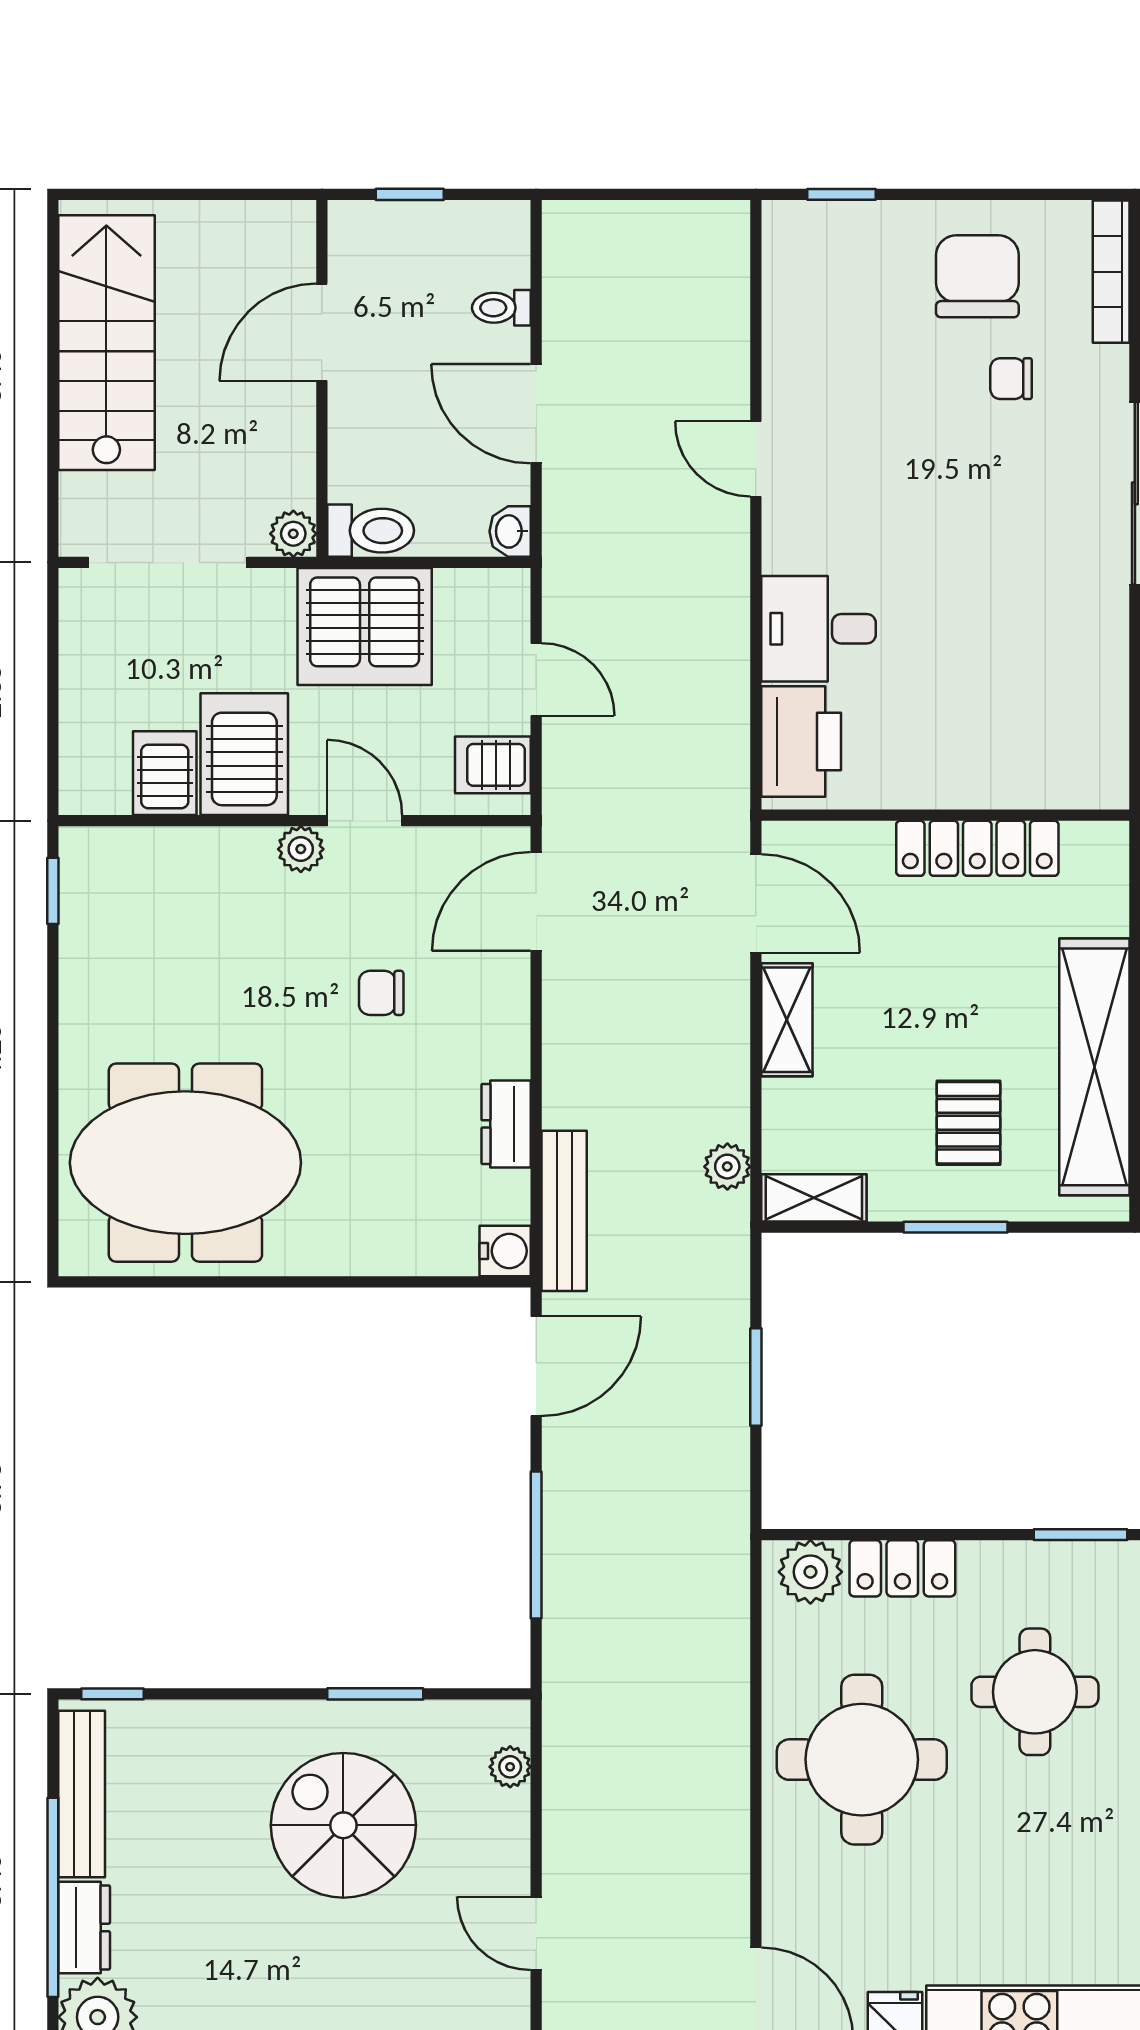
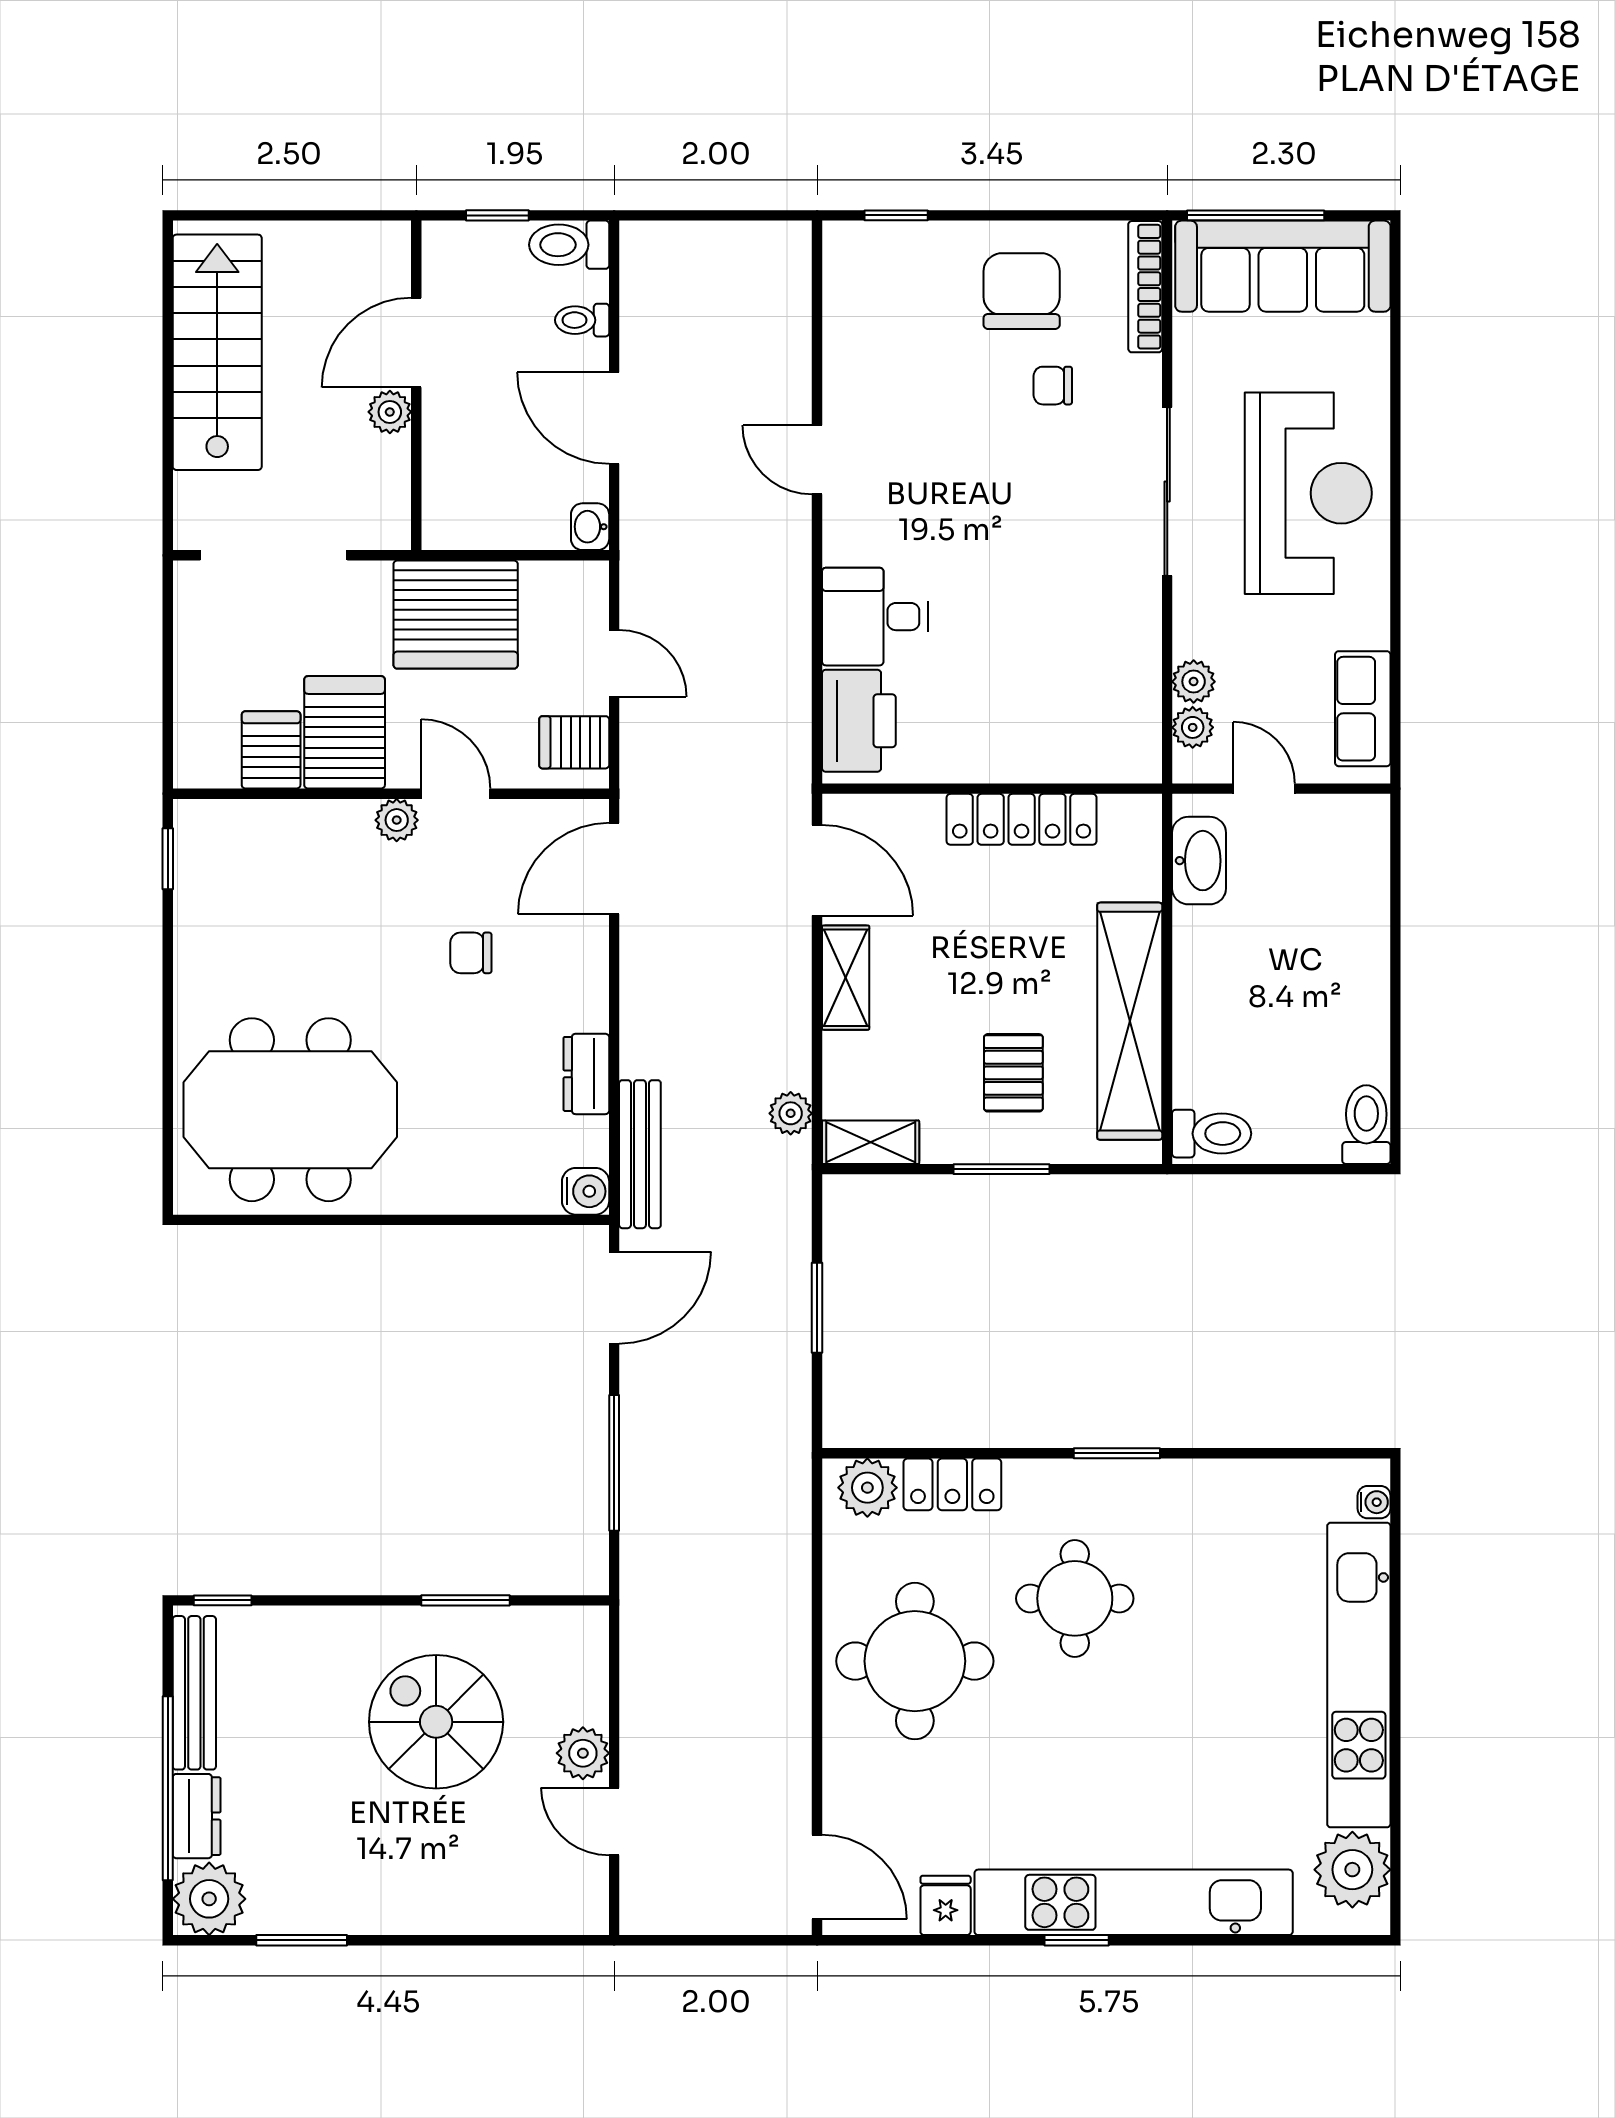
toilet: (371, 531) -> (569, 245), moved, turned 180
plant: (293, 534) -> (390, 412), moved
plant: (510, 1767) -> (583, 1753), moved, width x1.38, depth x1.38

